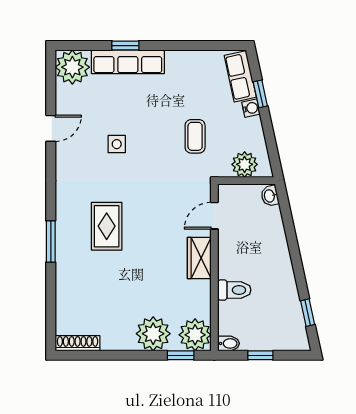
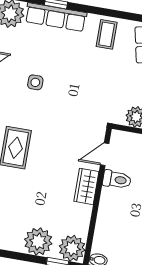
coffee table: (195, 136) -> (107, 34), moved
toilet: (234, 290) -> (117, 180), moved

